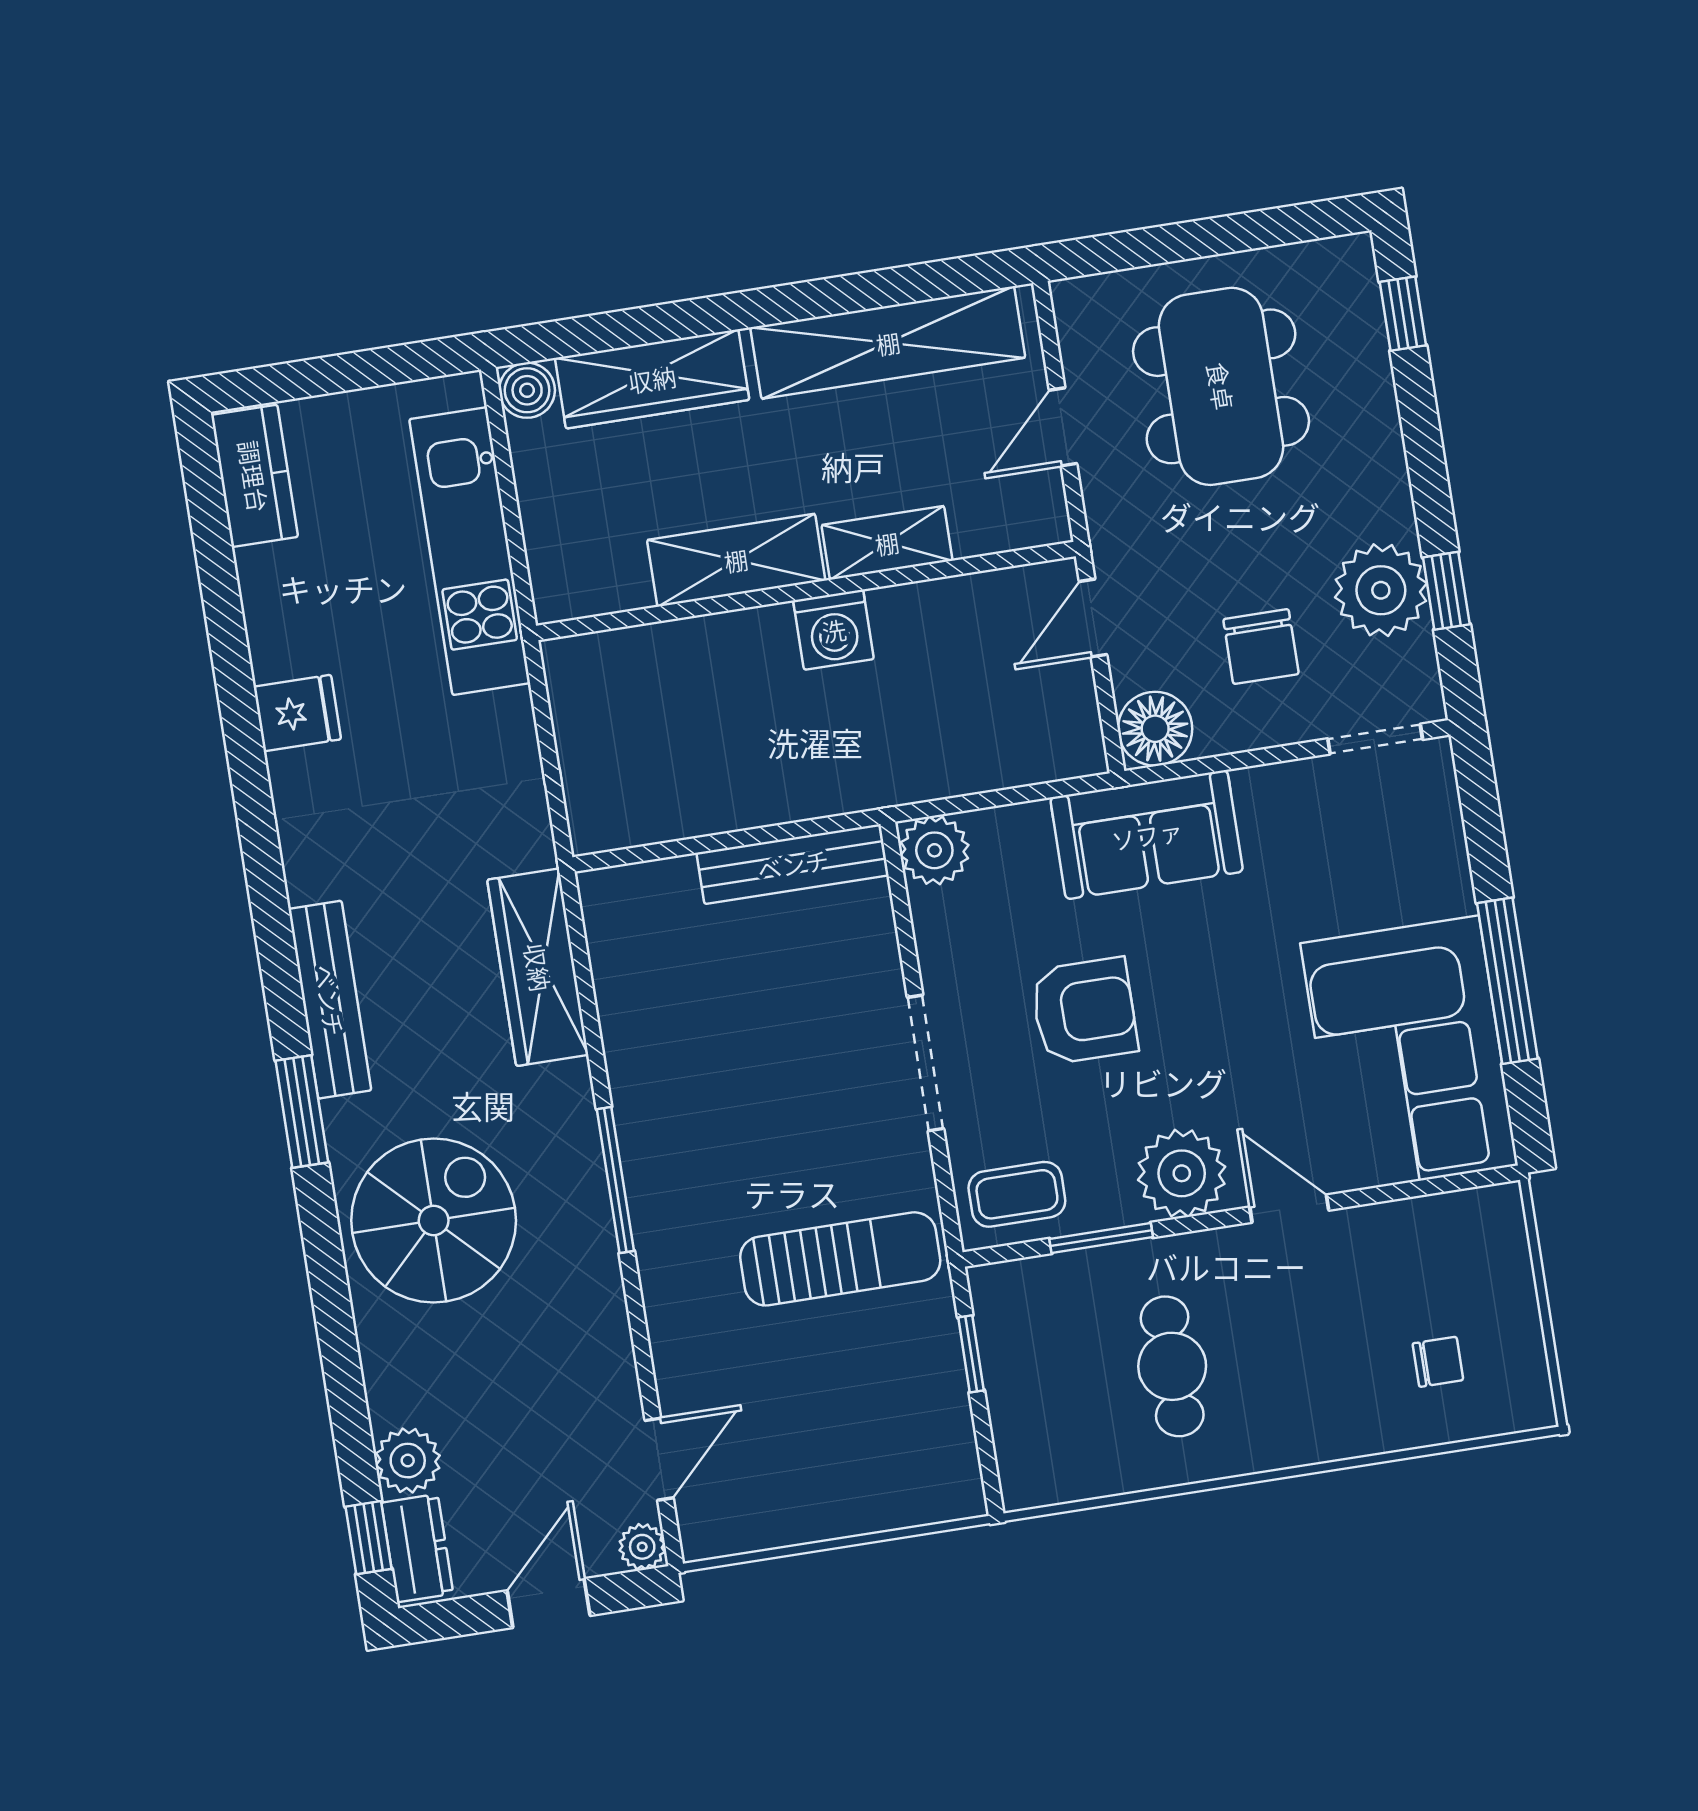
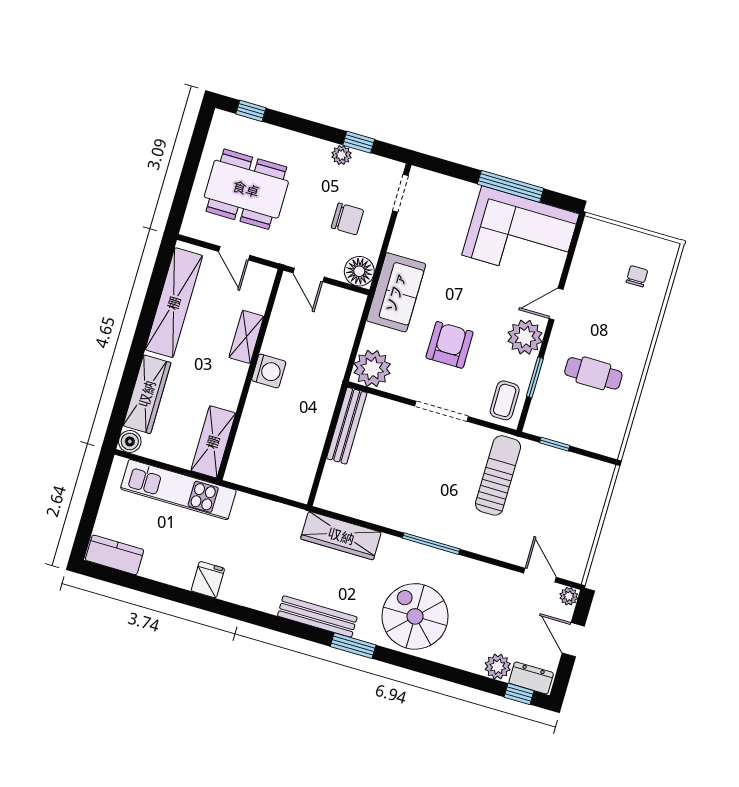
shelving: (736, 560) -> (213, 442), moved
plant: (1381, 590) -> (341, 155), width x0.53, depth x0.53
plant: (934, 850) -> (372, 368), width x1.36, depth x1.36

